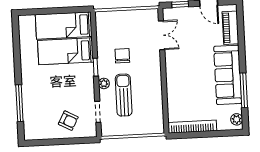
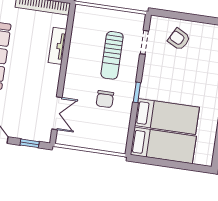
double door: (162, 35) -> (57, 113), swing flipped
plant: (104, 83) -> (131, 72), removed
tv unit: (173, 94) -> (57, 46), added

